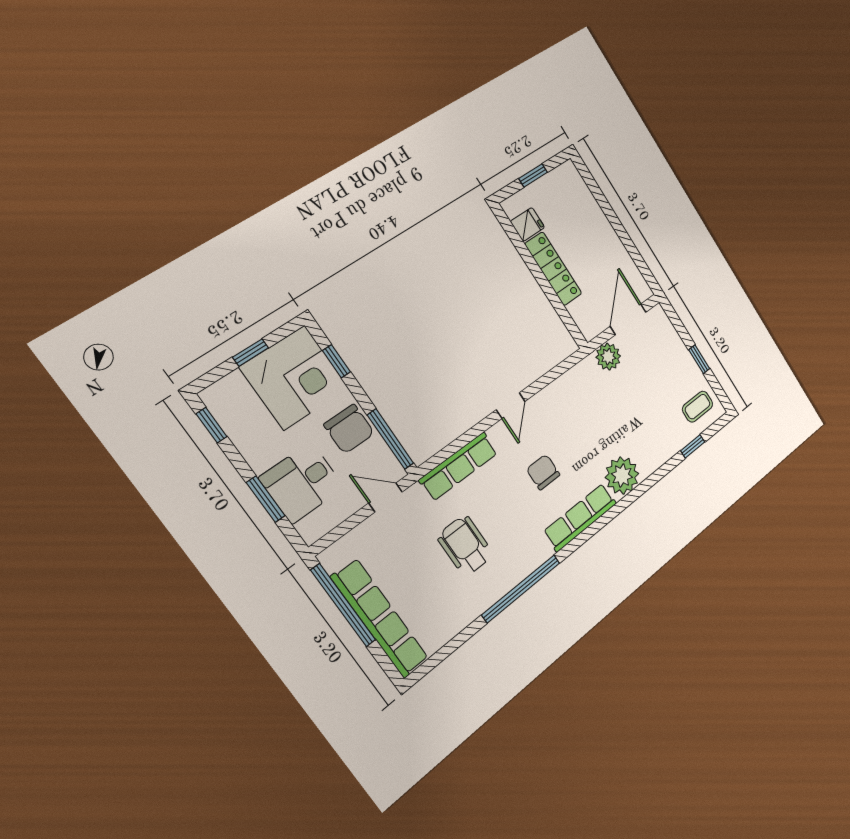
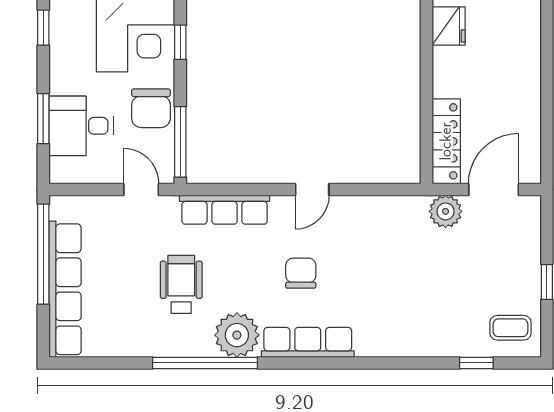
fridge: (527, 224) -> (449, 26), width x1.38
locker: (553, 269) -> (446, 141), moved
plant: (622, 476) -> (237, 335), moved

